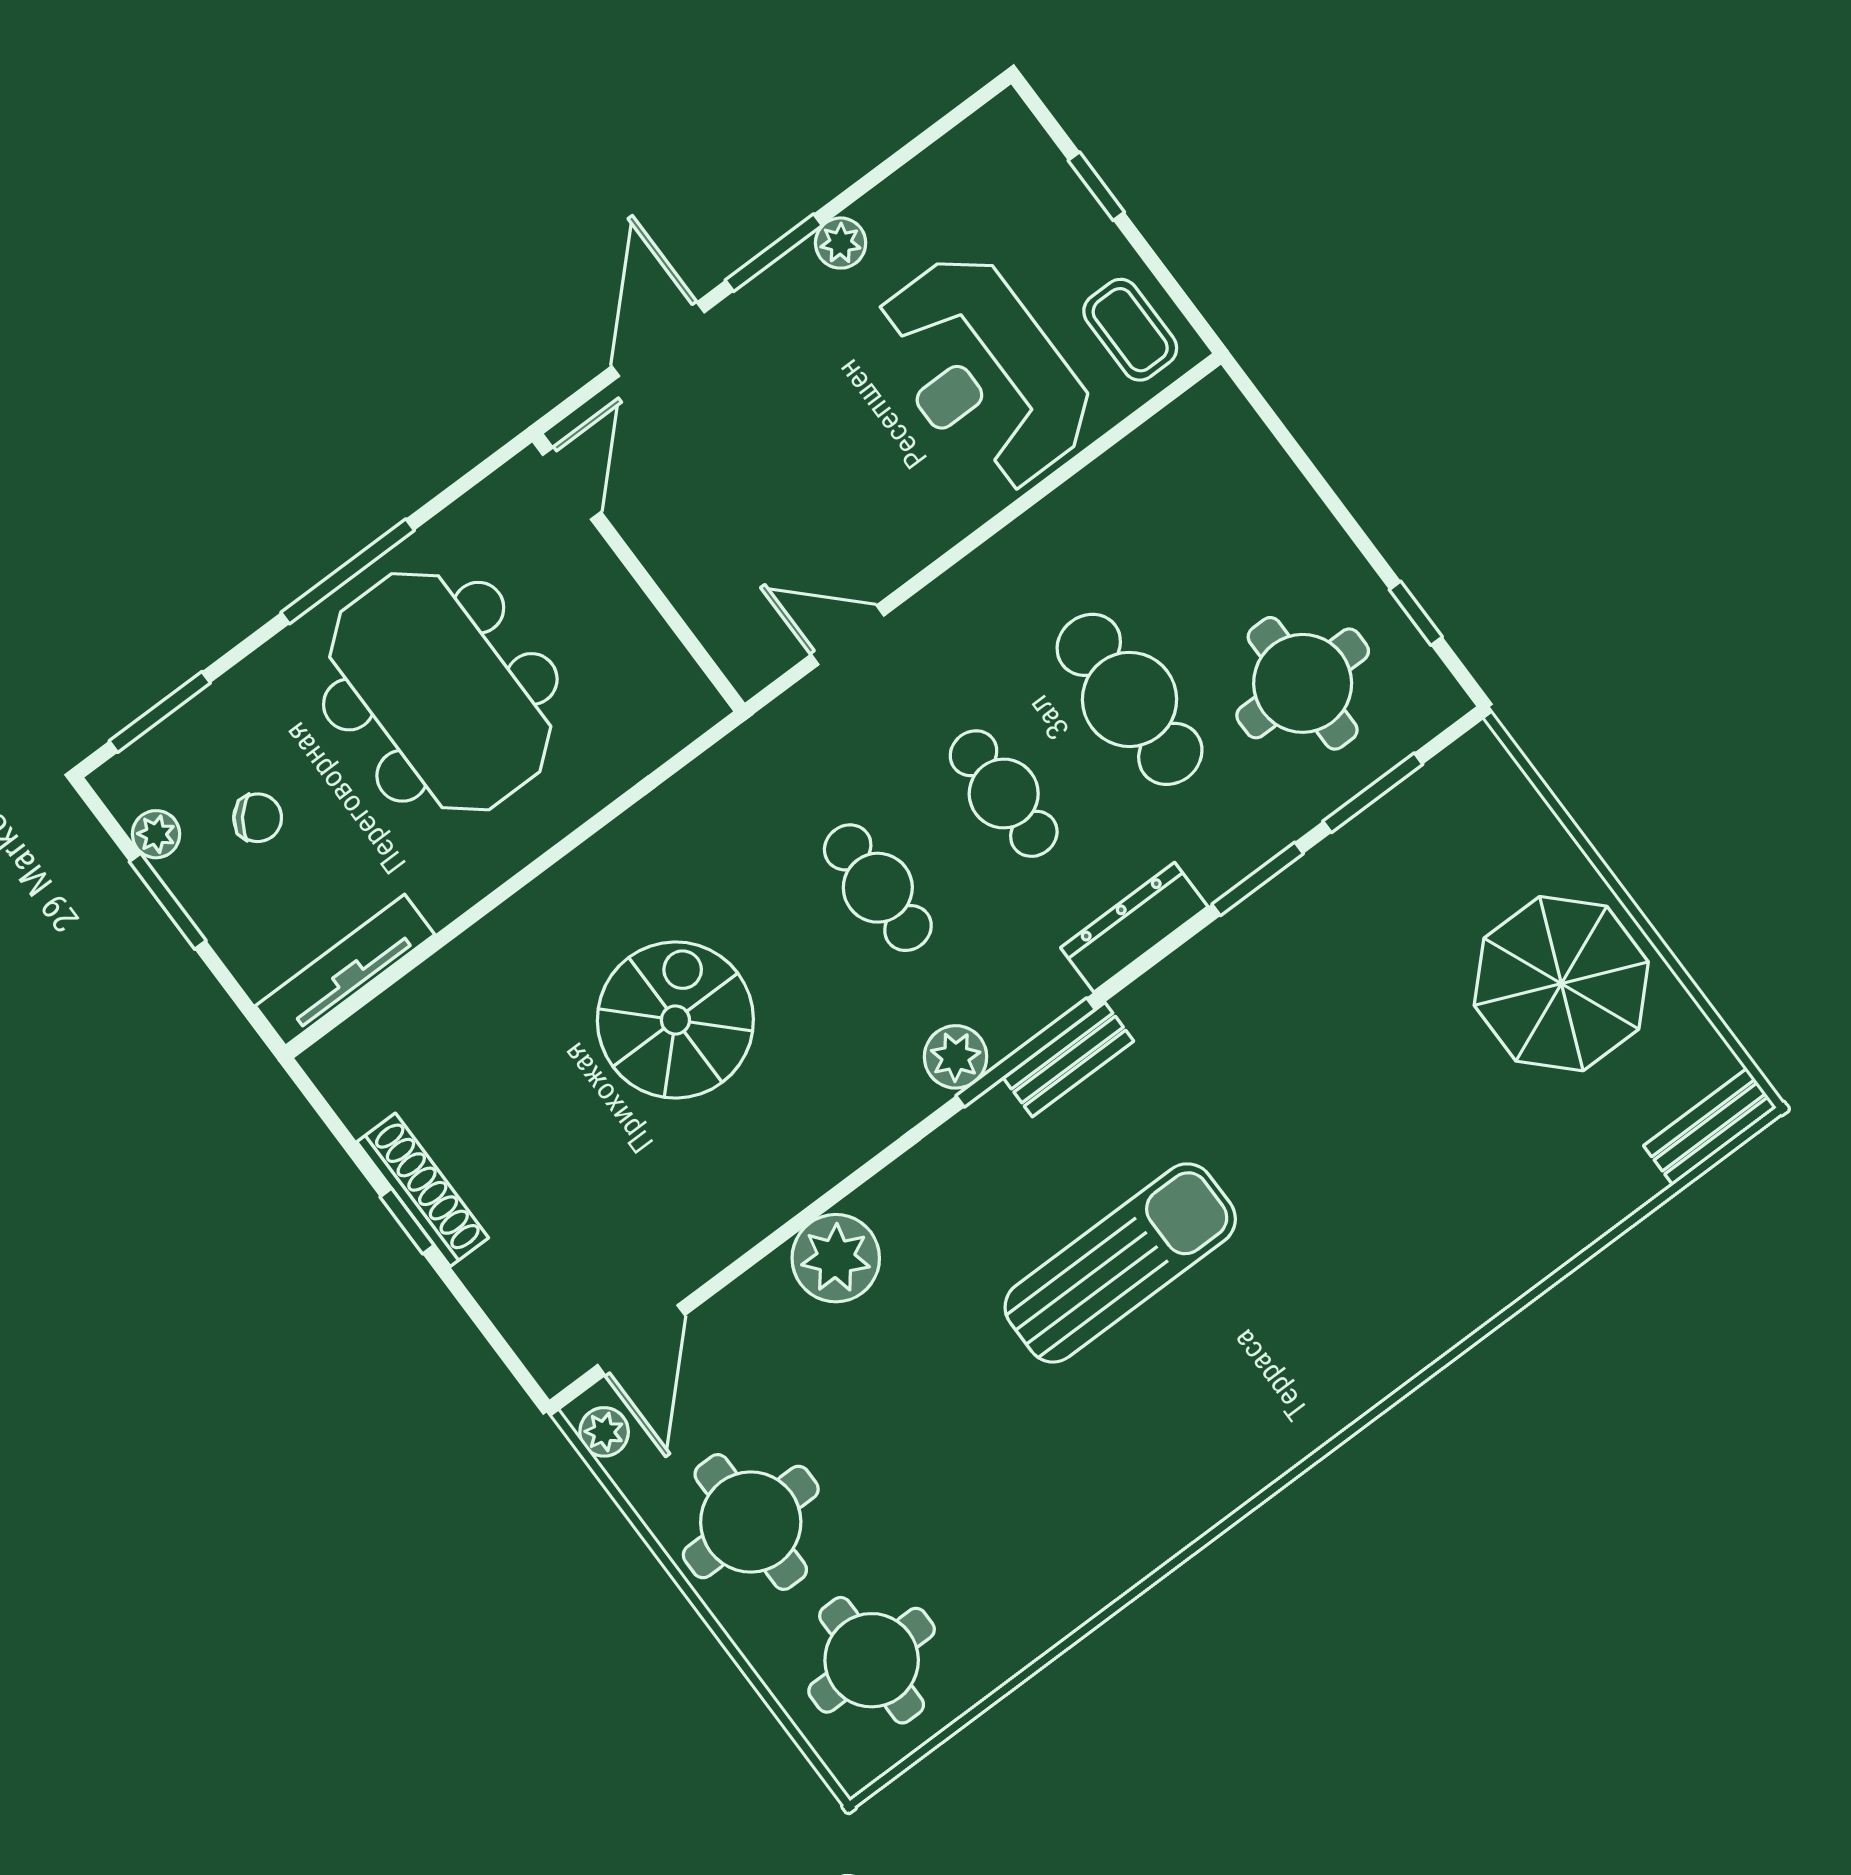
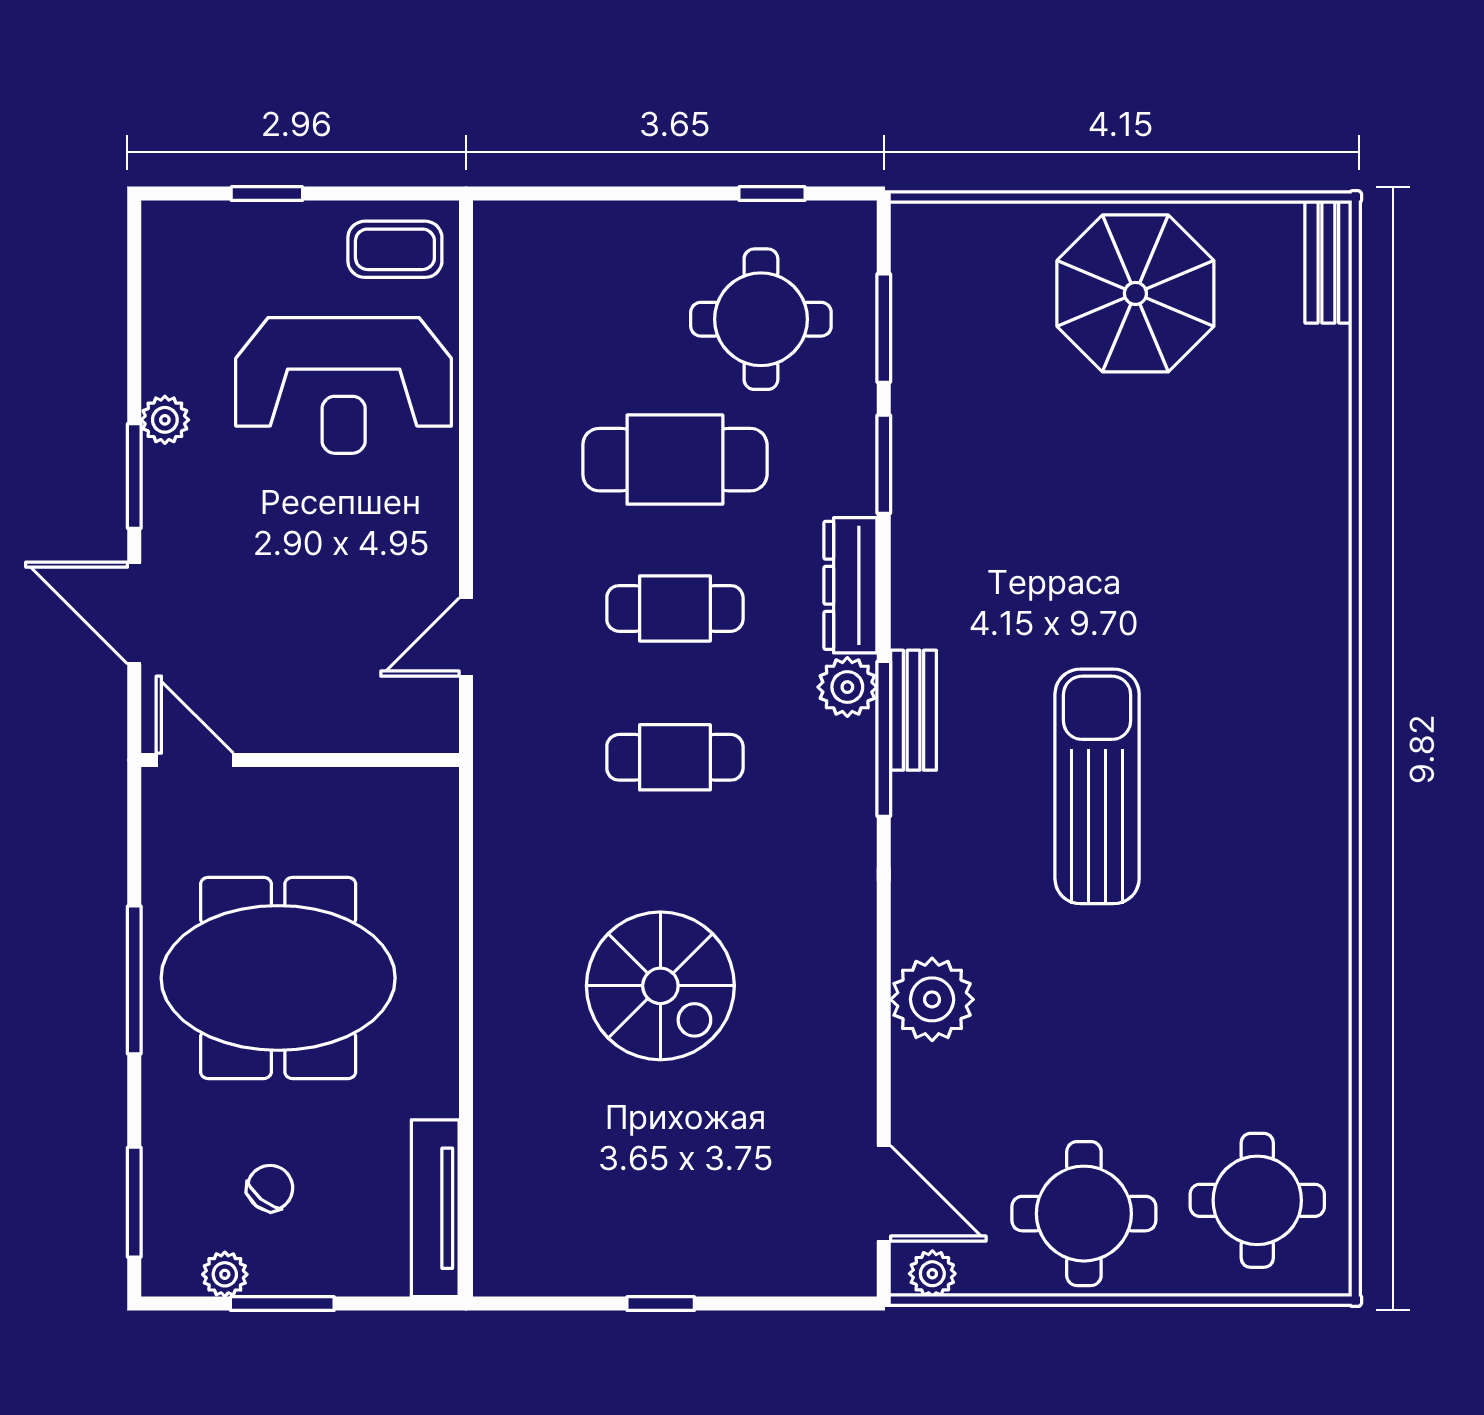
spiral stairs: (675, 1020) -> (660, 986), turned 180
plant: (956, 1057) -> (847, 687), moved
shoe rack: (423, 1190) -> (646, 1274), removed

